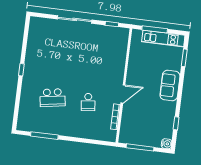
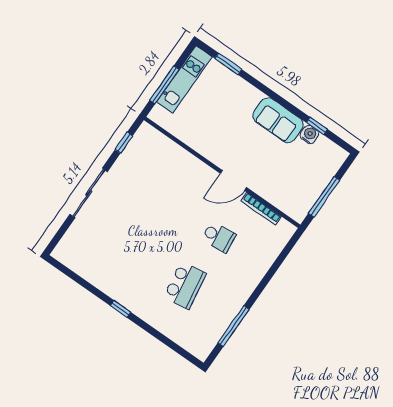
sofa: (170, 86) -> (278, 120), moved
door: (123, 94) -> (233, 180), swing flipped
water cooler: (167, 144) -> (309, 135), moved

